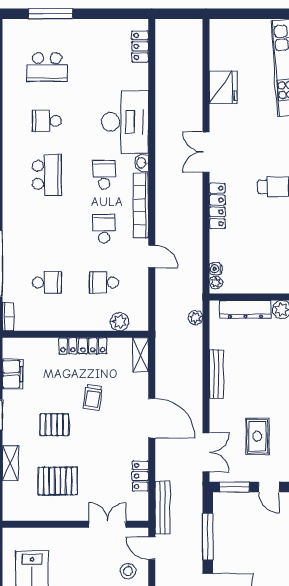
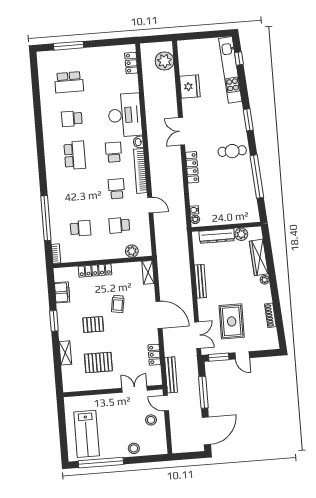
plant: (195, 318) -> (164, 61), moved, width x1.87, depth x1.87
locker: (83, 346) -> (95, 270), moved
rug: (257, 436) -> (232, 321), width x1.36, depth x1.43

